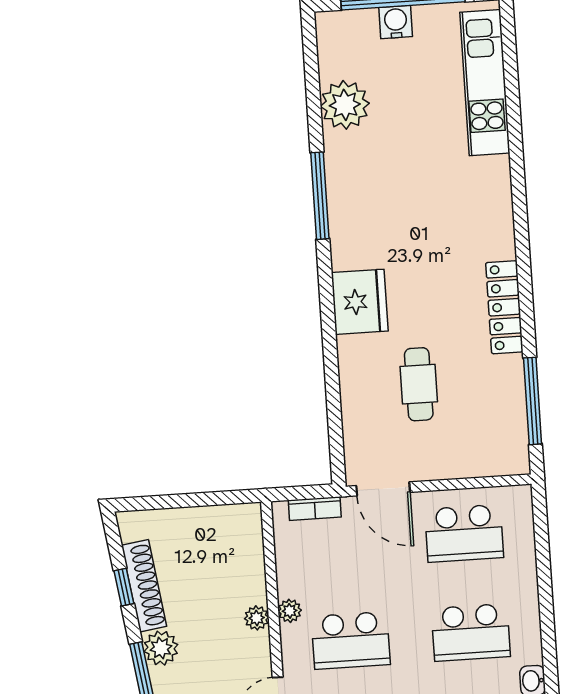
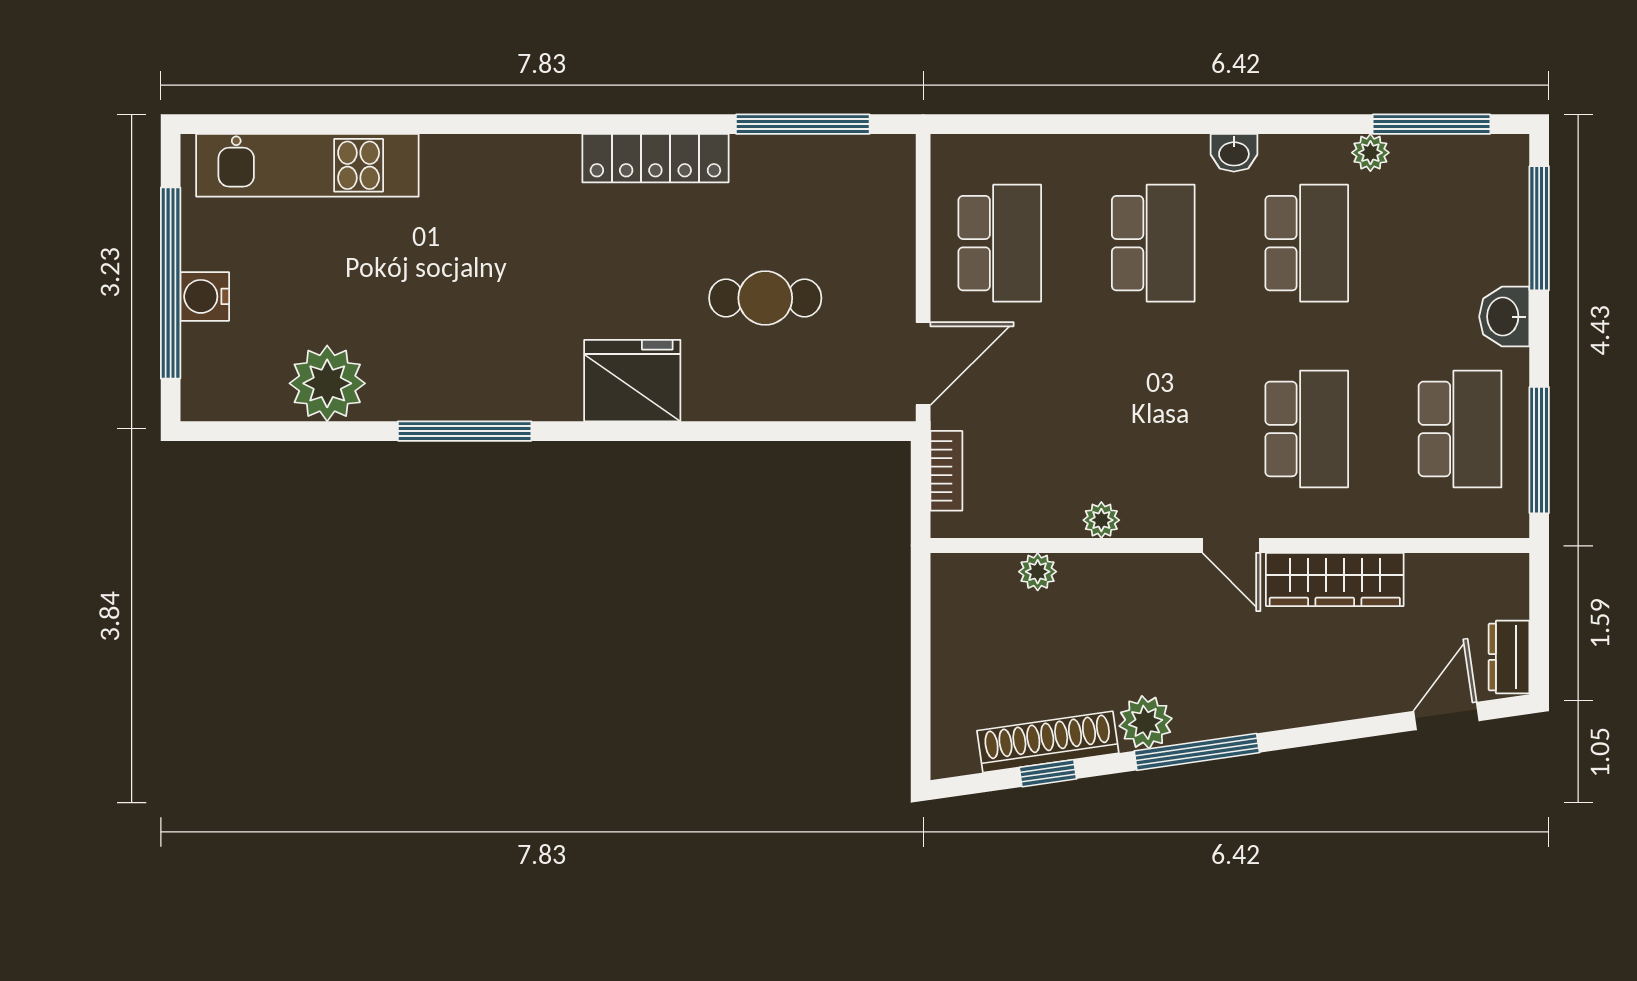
plant: (257, 618) -> (1038, 572), moved
school desk: (351, 640) -> (1153, 429), removed

